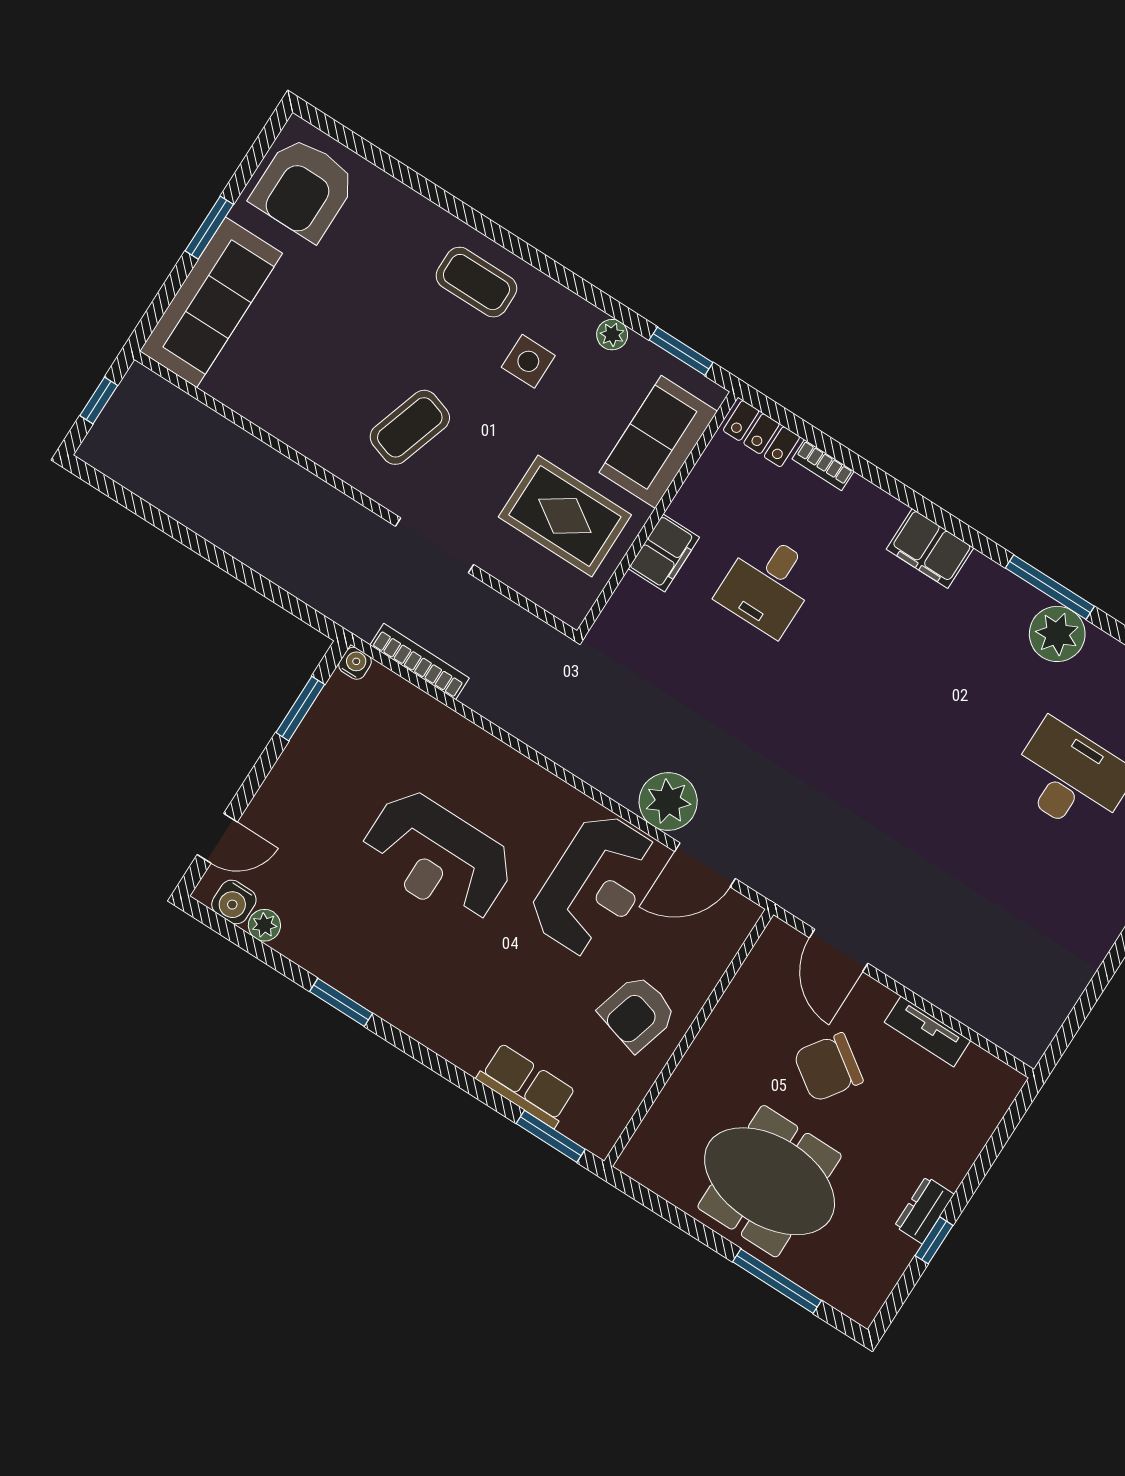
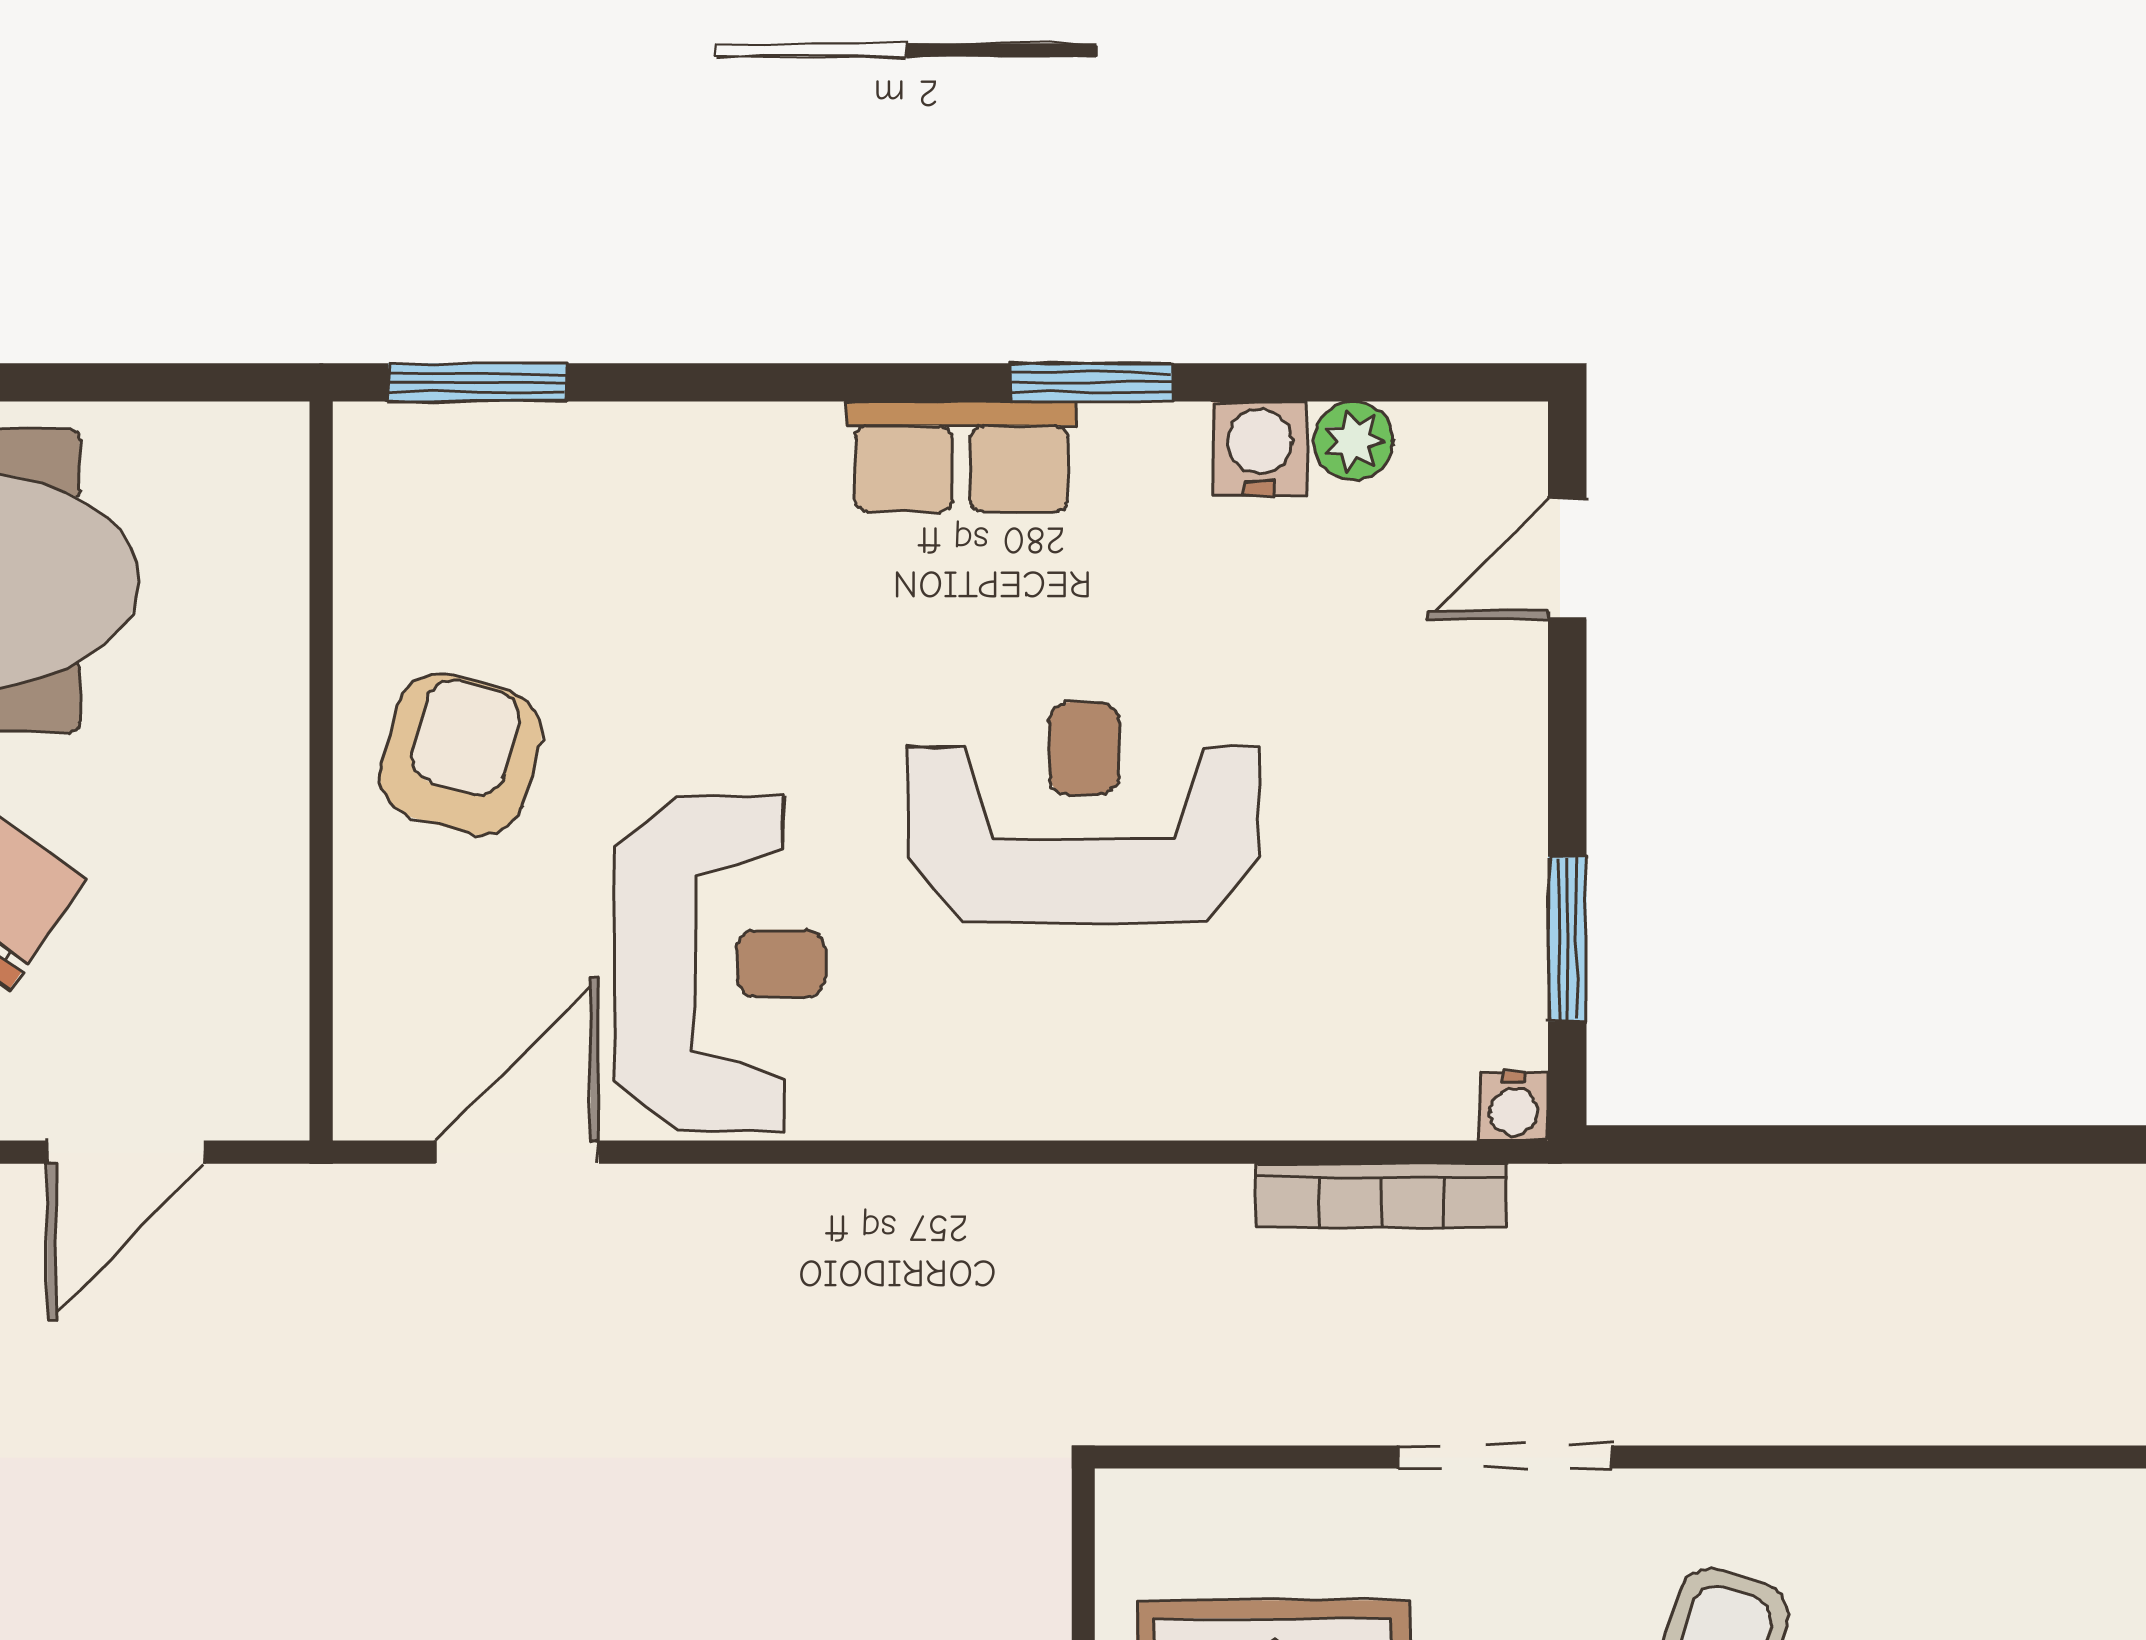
plant: (668, 801) -> (679, 1235), removed
reception desk: (595, 885) -> (720, 963), turned 180
water cooler: (234, 902) -> (1259, 449), moved
door: (839, 950) -> (126, 1152), swing flipped
row of seats: (527, 1085) -> (961, 457), moved

